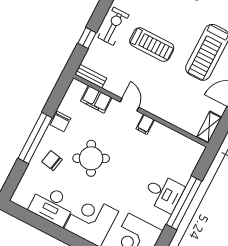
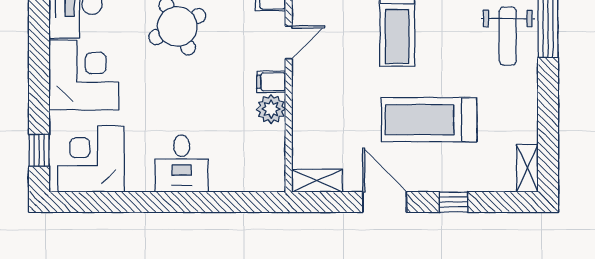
plant: (159, 132) -> (271, 109), added
window: (184, 203) -> (183, 202), removed

